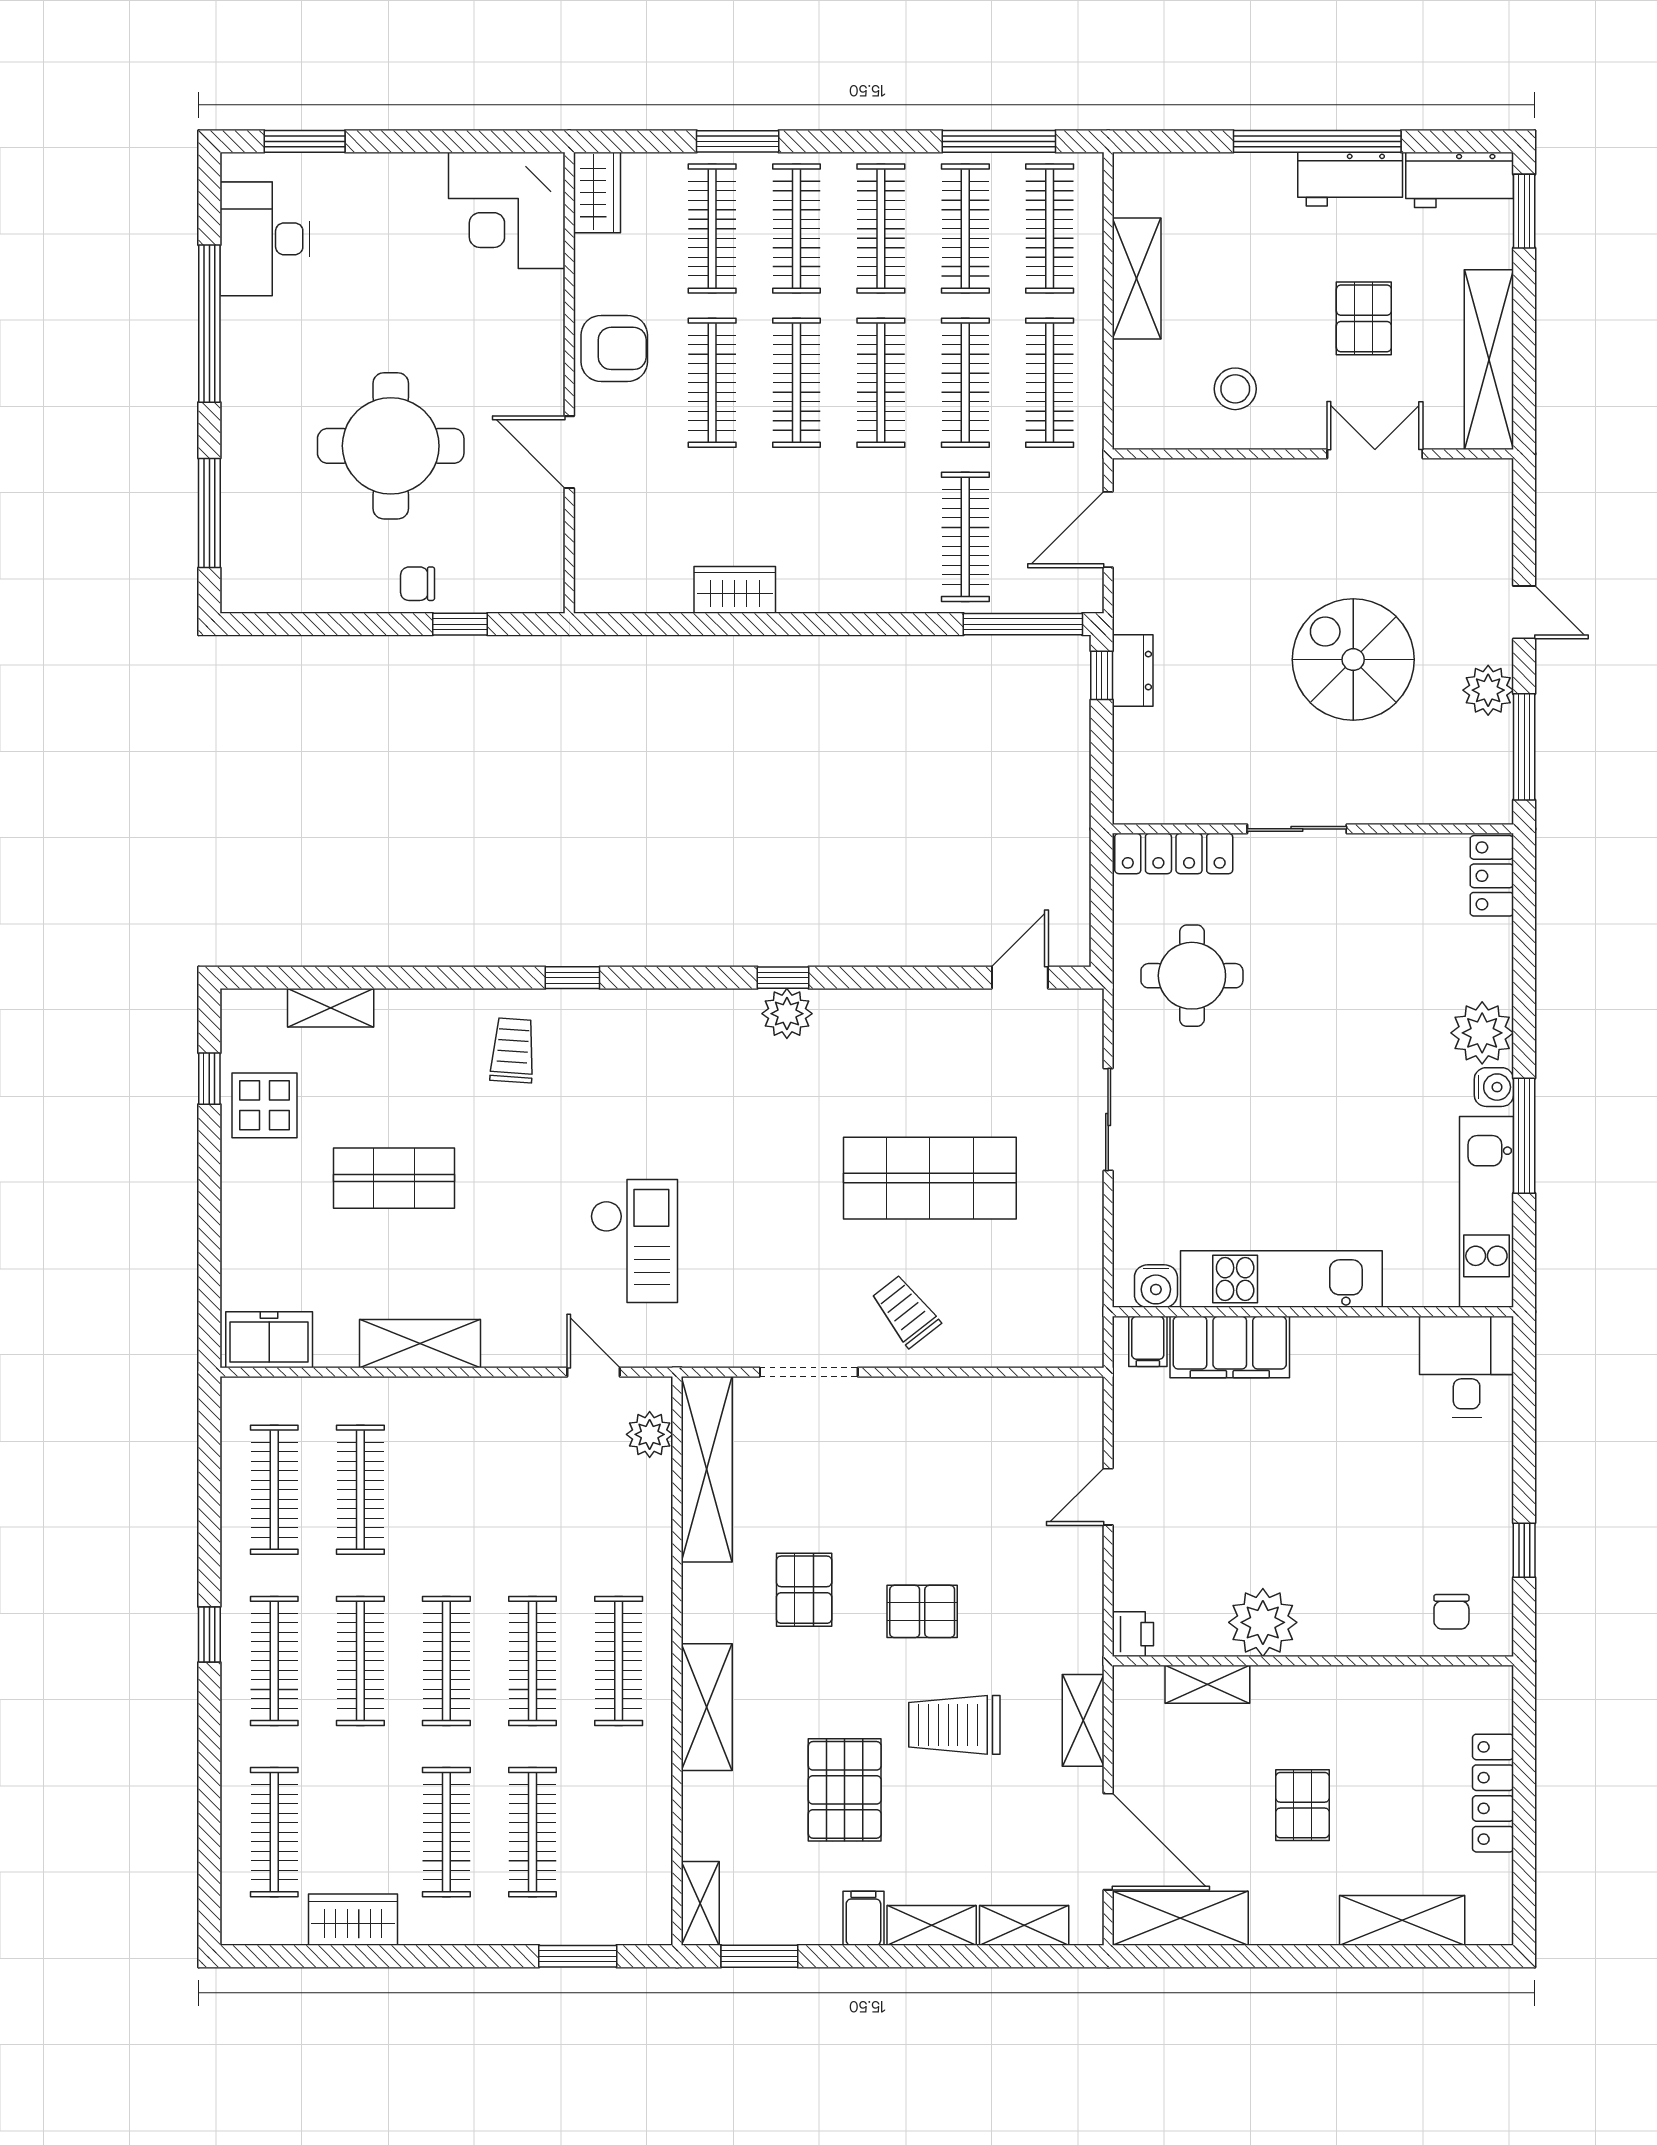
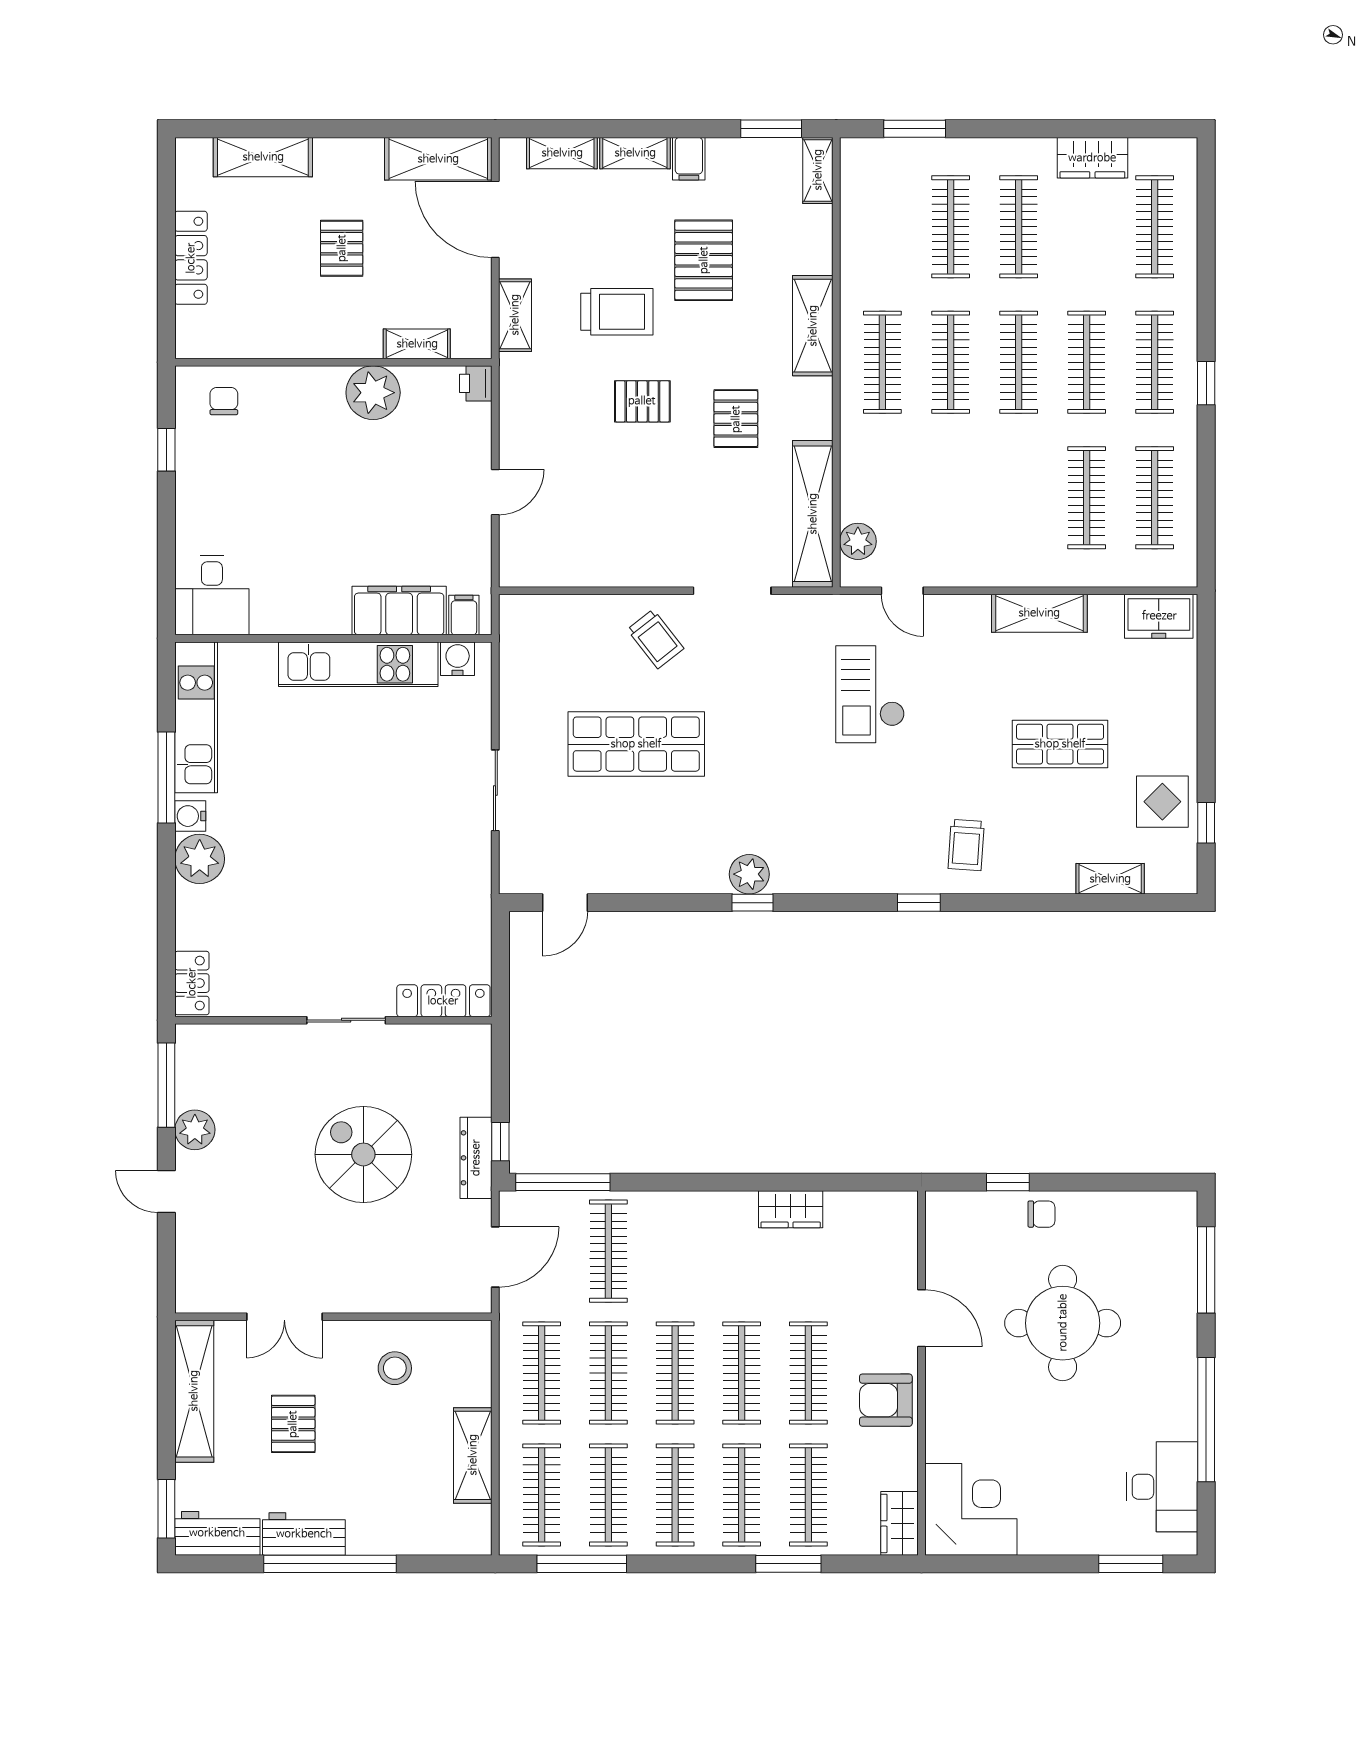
spiral stairs: (1353, 660) -> (363, 1154), moved, turned 180
dresser: (1133, 671) -> (476, 1158), width x1.44
round table: (1192, 976) -> (429, 904), removed

